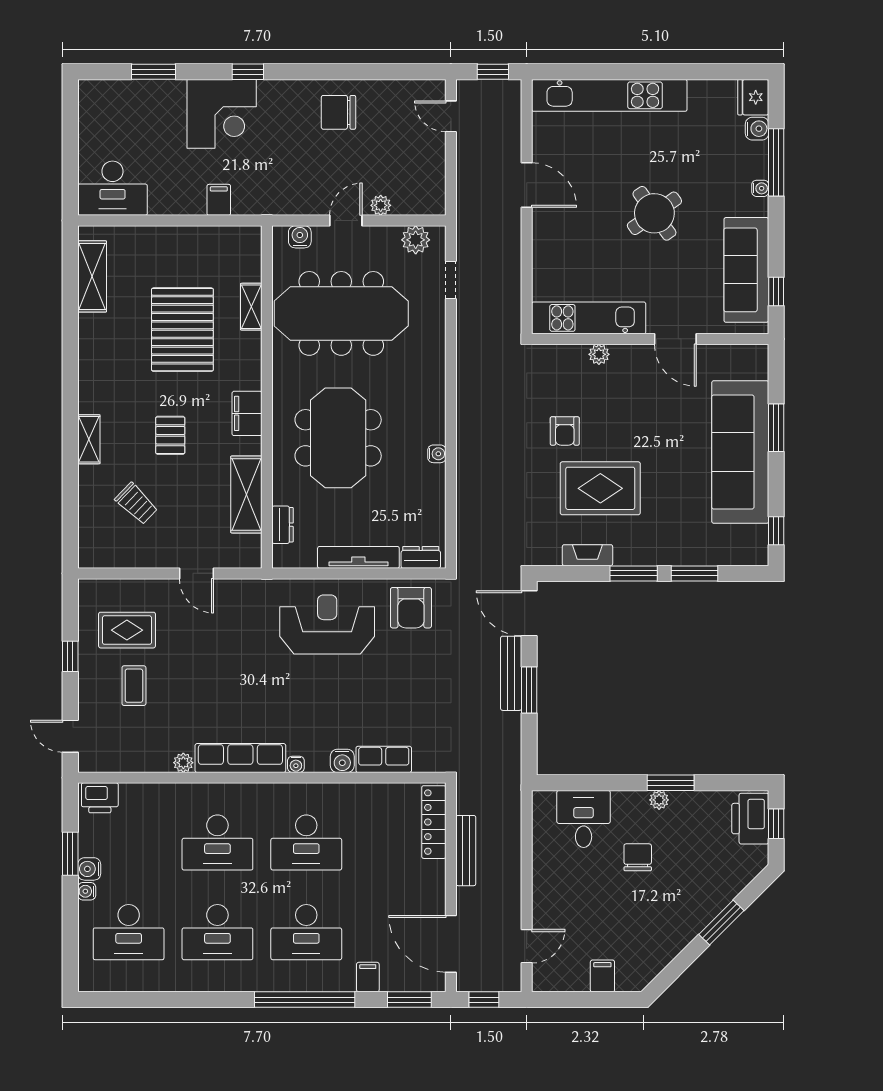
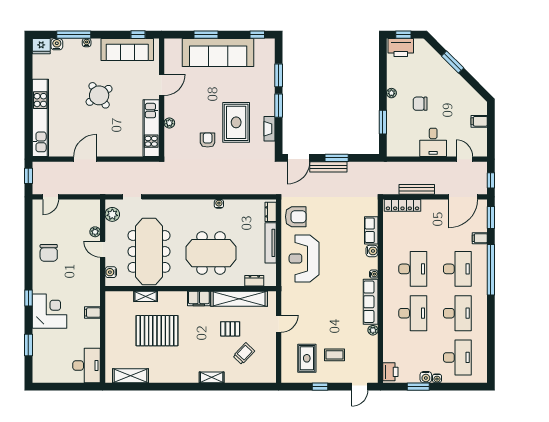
armchair: (565, 431) -> (208, 140), turned -90
pallet: (170, 435) -> (230, 329), moved
shelving: (246, 494) -> (239, 299), width x1.47
window: (671, 783) -> (383, 122), moved
desk: (584, 819) -> (433, 142), moved, turned -90

